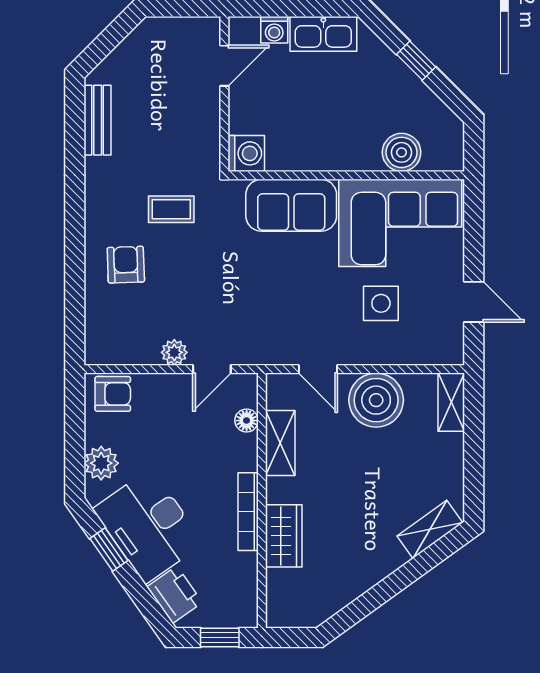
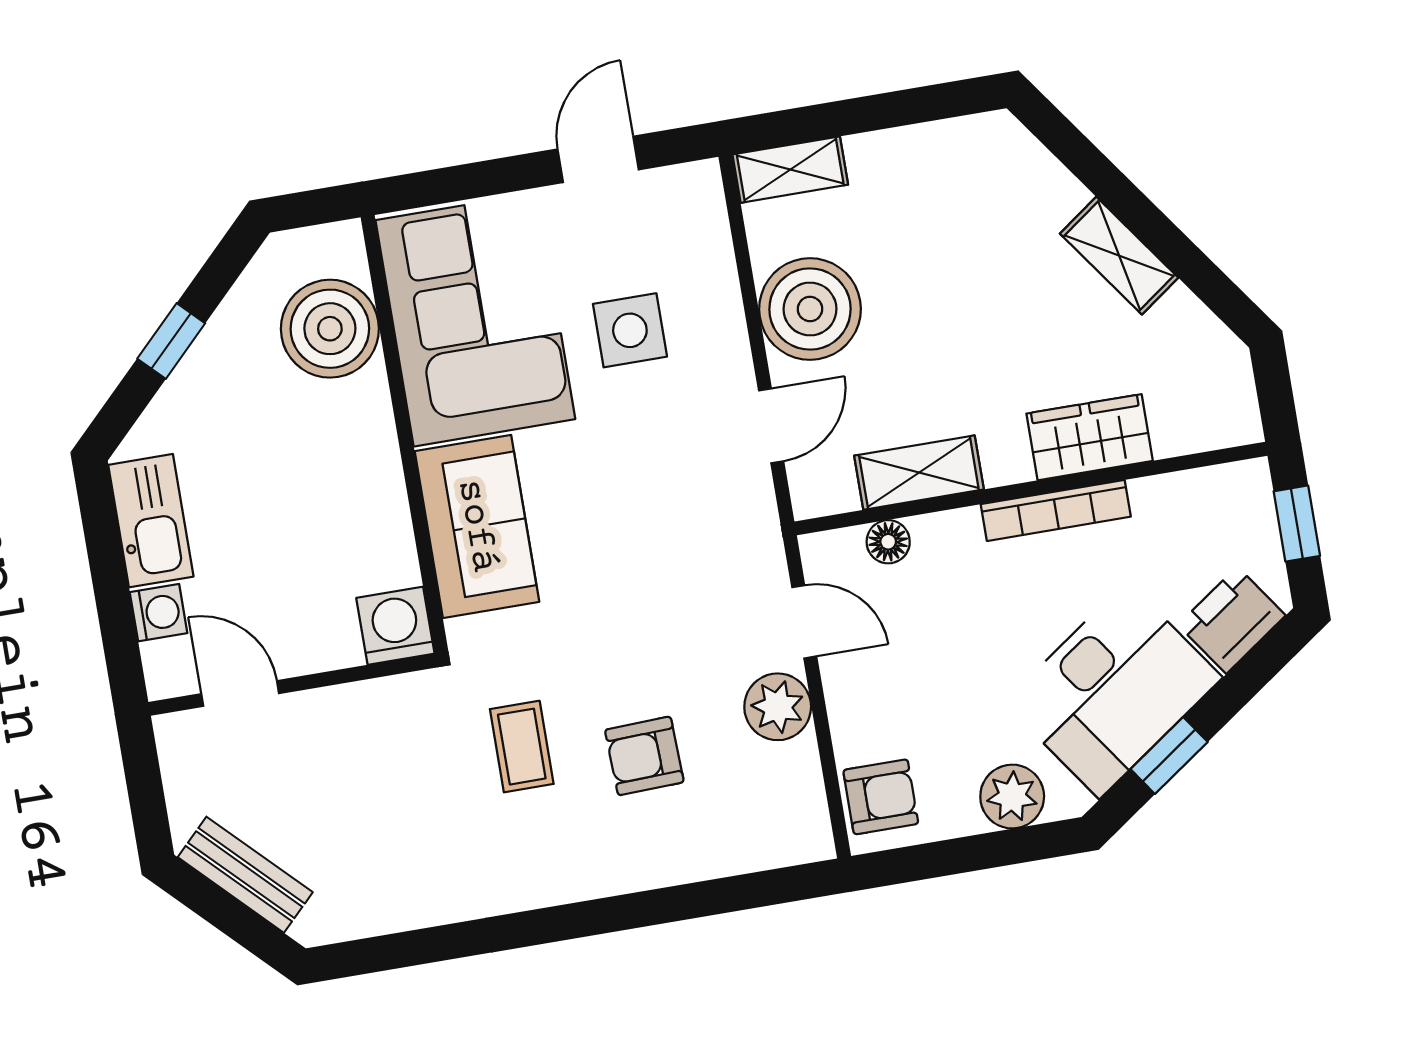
bench: (98, 120) -> (245, 875), moved, turned 45
boiler: (402, 152) -> (330, 329), width x1.37, depth x1.37
armchair: (126, 265) -> (644, 756), moved
plant: (174, 352) -> (778, 707), width x1.38, depth x1.38
armchair: (113, 394) -> (881, 797), turned 90
shelving: (430, 529) -> (1119, 256), moved

